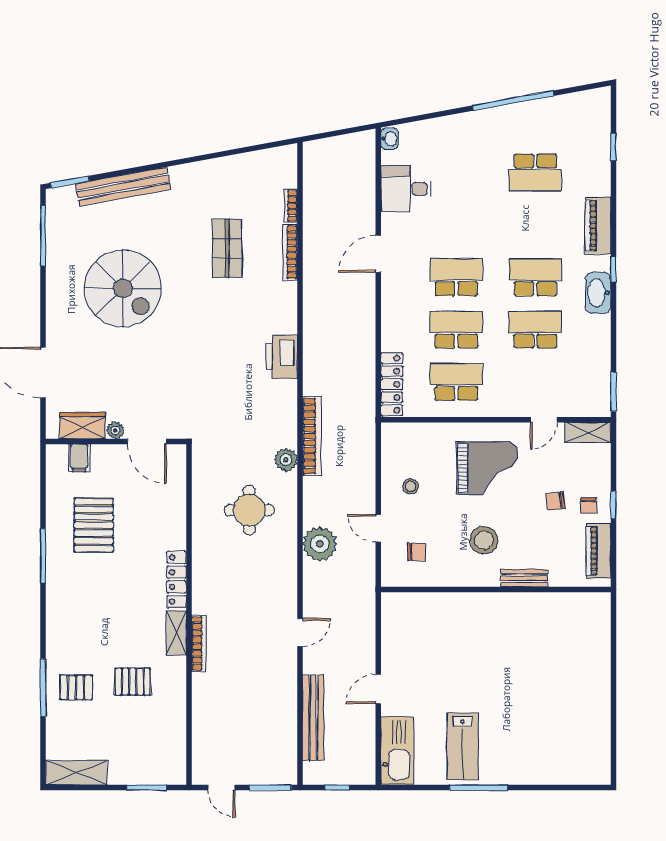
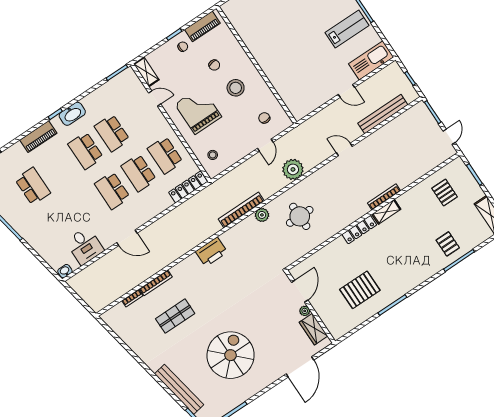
filing cabinet: (79, 458) -> (331, 320), removed
stool: (411, 486) -> (213, 155), moved
chair: (556, 501) -> (214, 65), moved
bench: (524, 578) -> (241, 55), removed
pallet: (133, 682) -> (445, 193), moved

